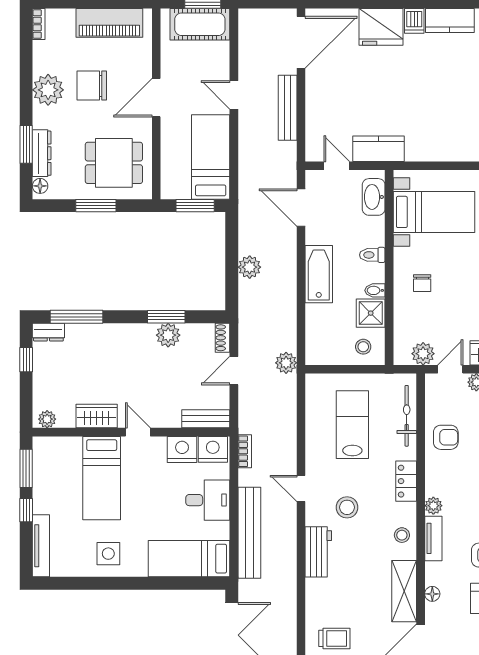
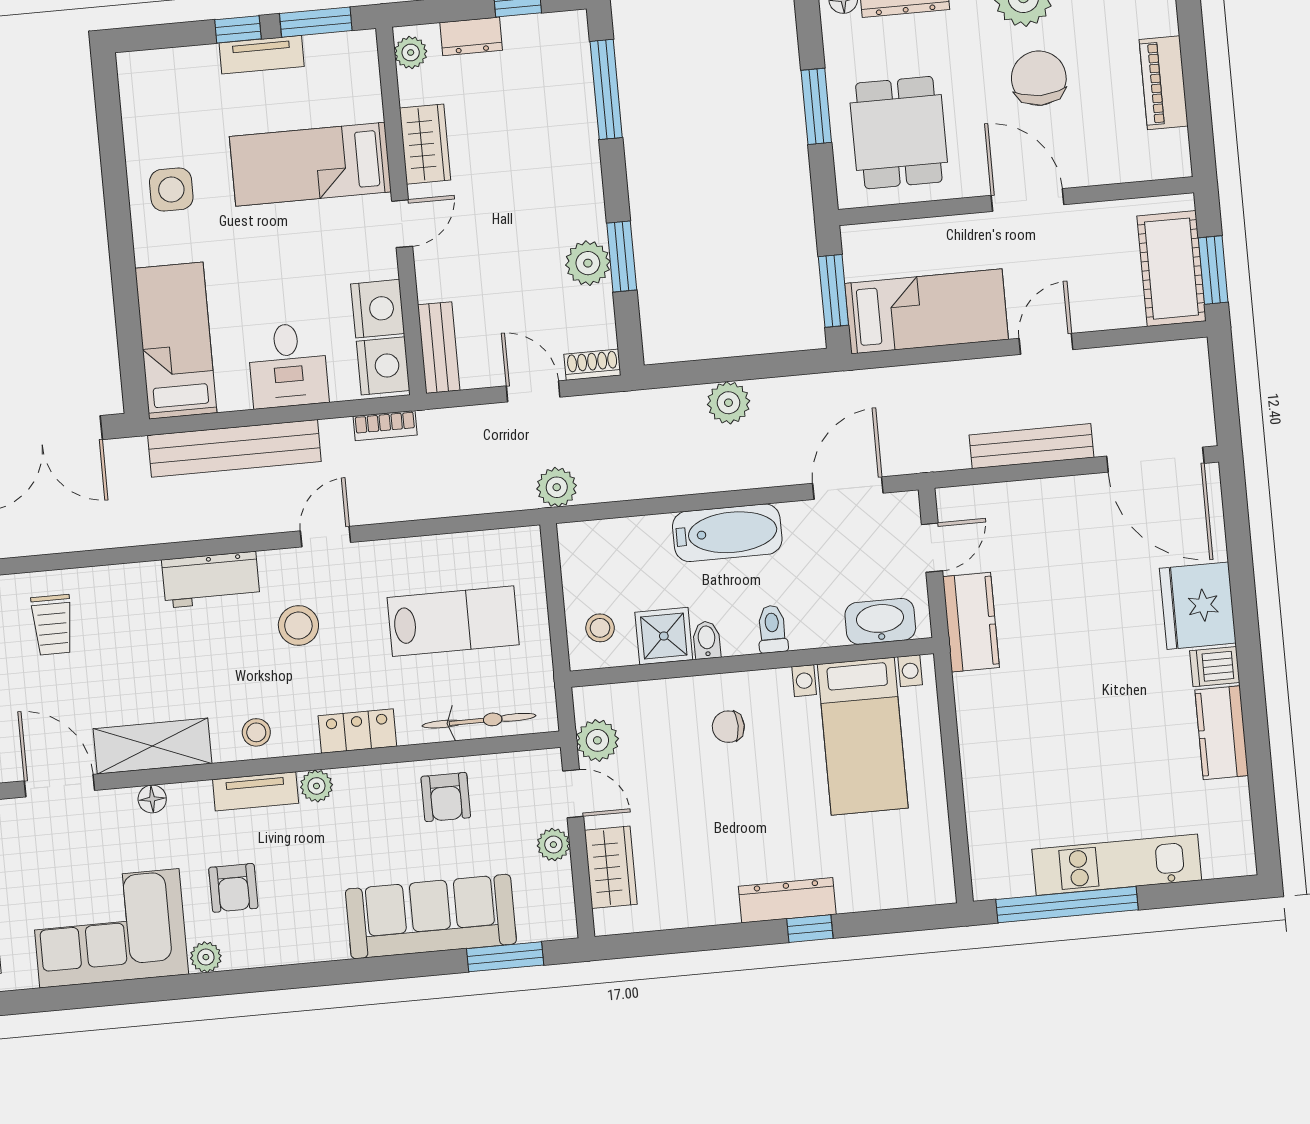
piano: (109, 23) -> (1164, 83), width x0.73, depth x0.75
dresser: (48, 332) -> (471, 36), moved, turned -90
tv unit: (41, 546) -> (262, 55), moved, width x0.71

